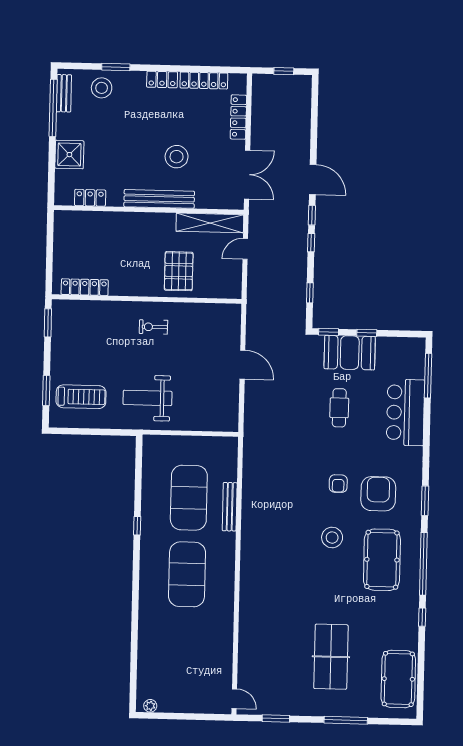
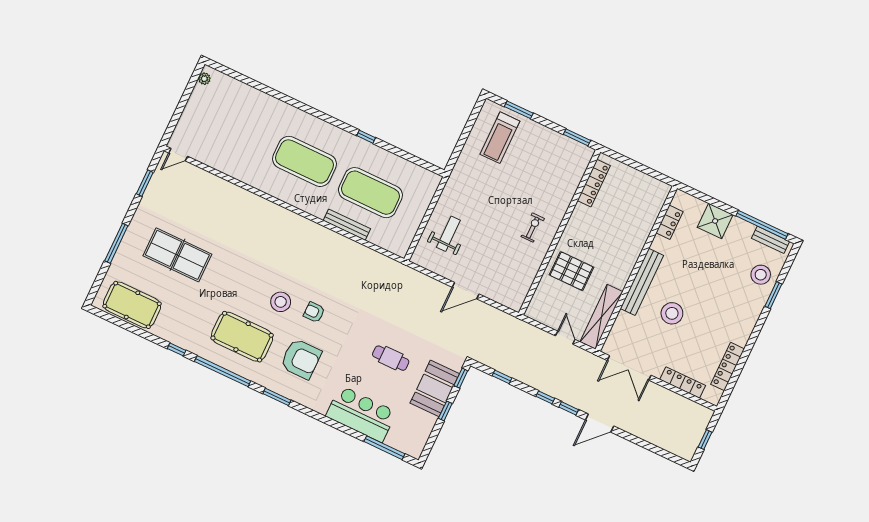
locker: (162, 79) -> (745, 331), removed
weight bench: (148, 398) -> (448, 234), moved, width x0.73, depth x0.75
armchair: (338, 484) -> (314, 312), moved

